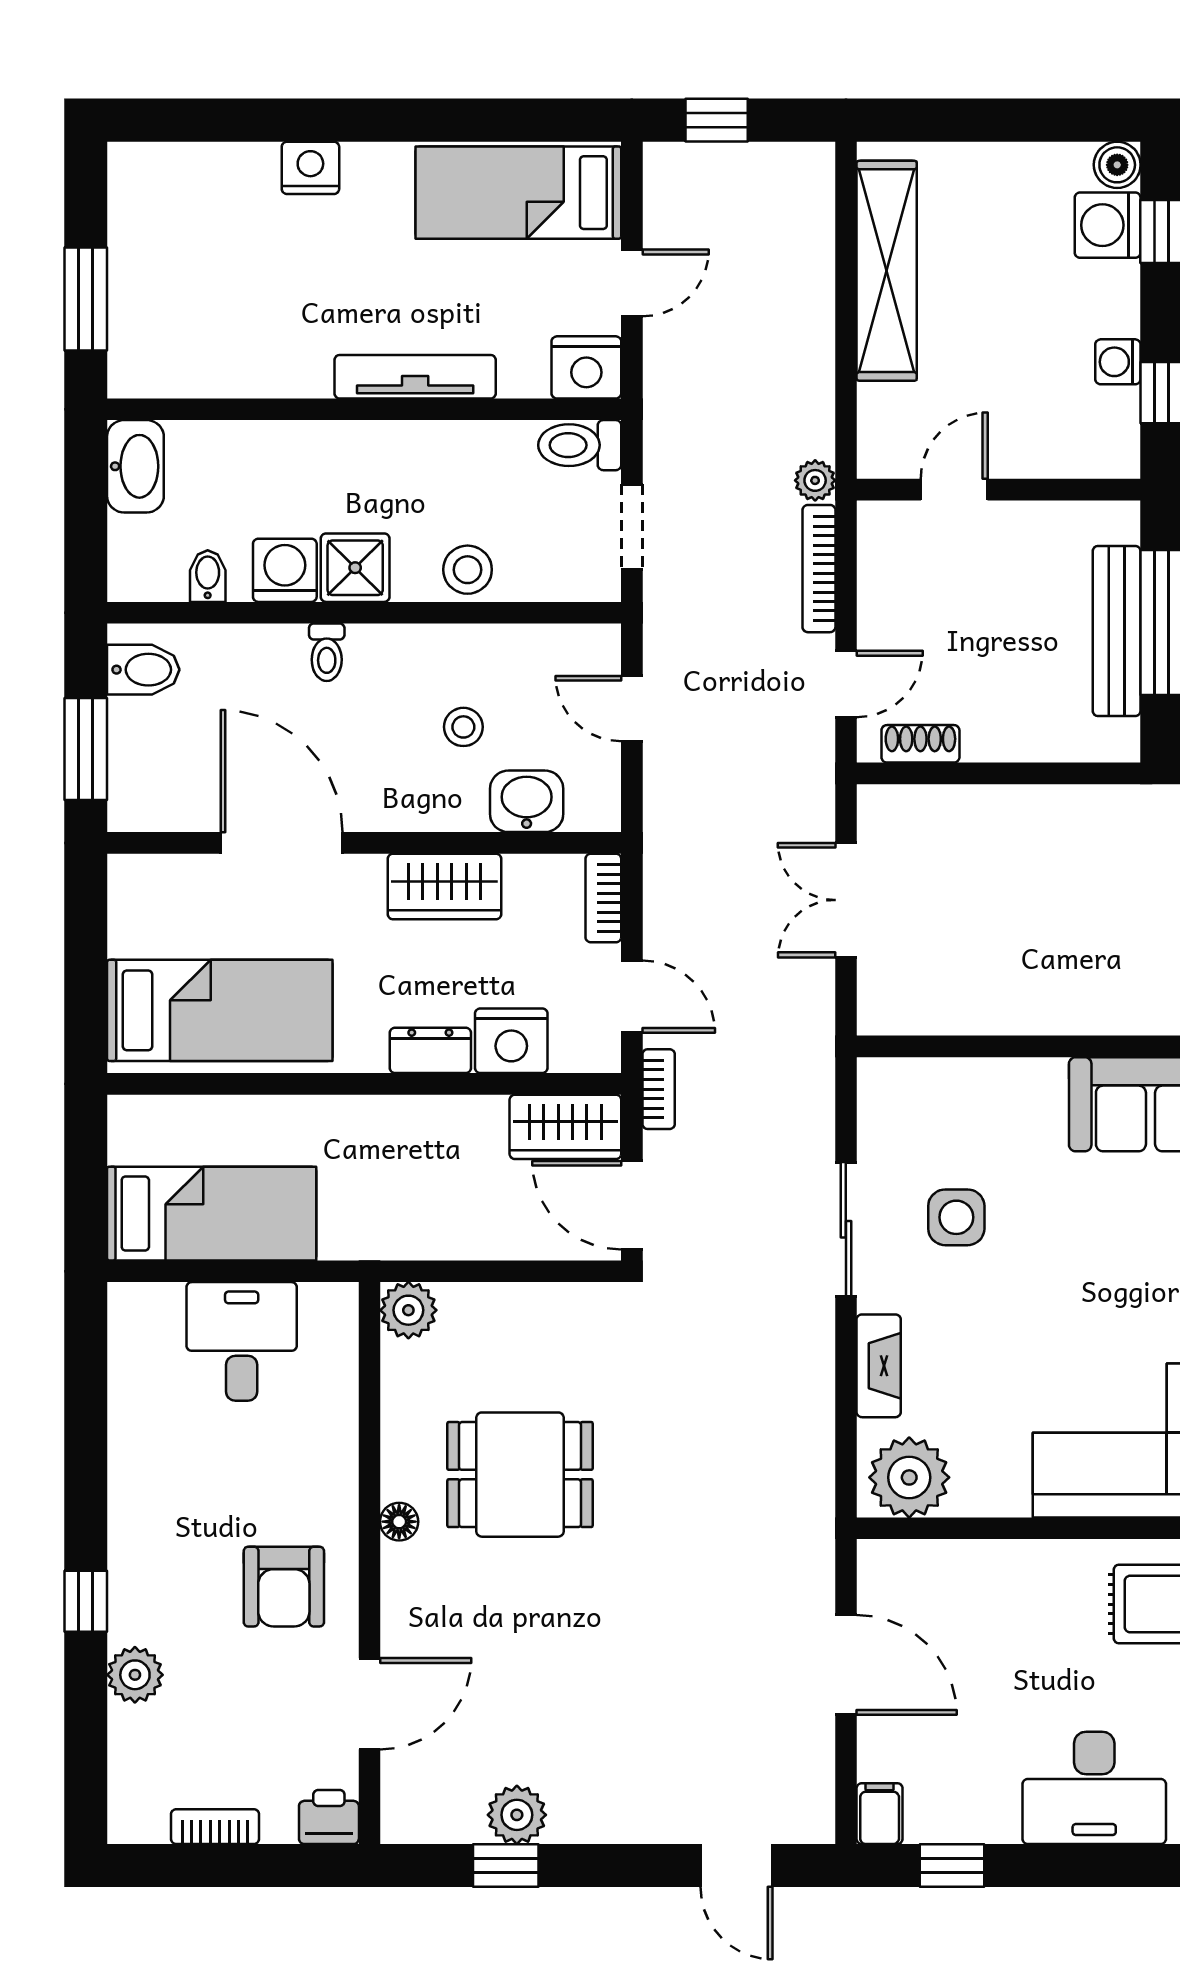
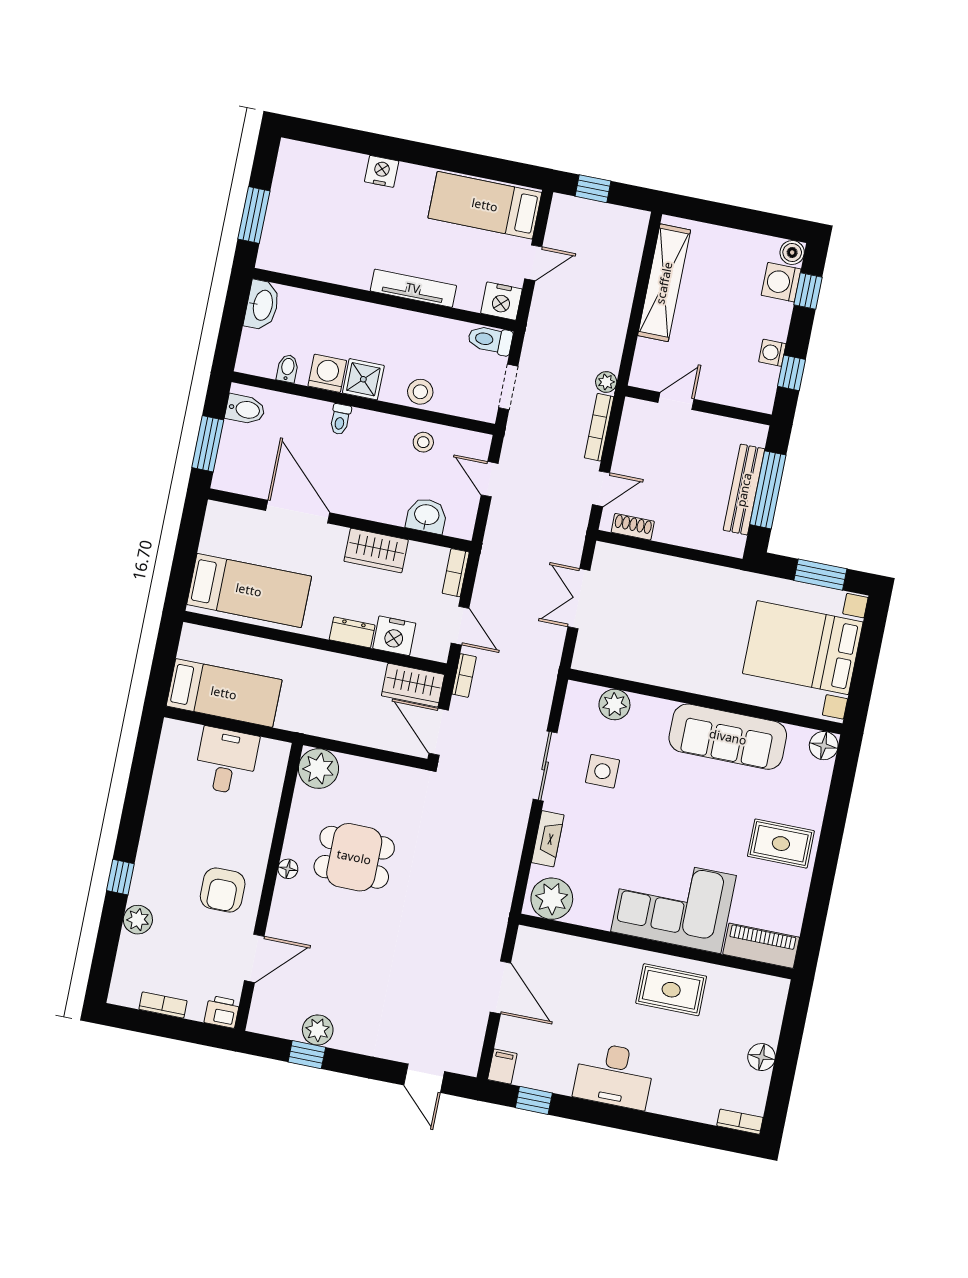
stool: (463, 727) -> (423, 442), moved
plant: (954, 1087) -> (614, 705), added
plant: (408, 1310) -> (318, 769), width x1.36, depth x1.36

